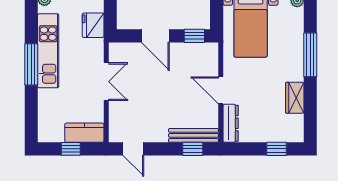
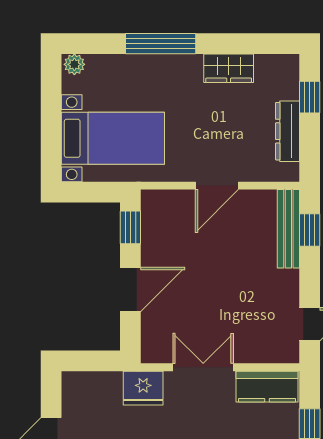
fridge: (93, 25) -> (143, 388), moved
dresser: (231, 123) -> (287, 131), moved, turned -90
kitchen counter: (84, 133) -> (267, 387), moved, turned -90

